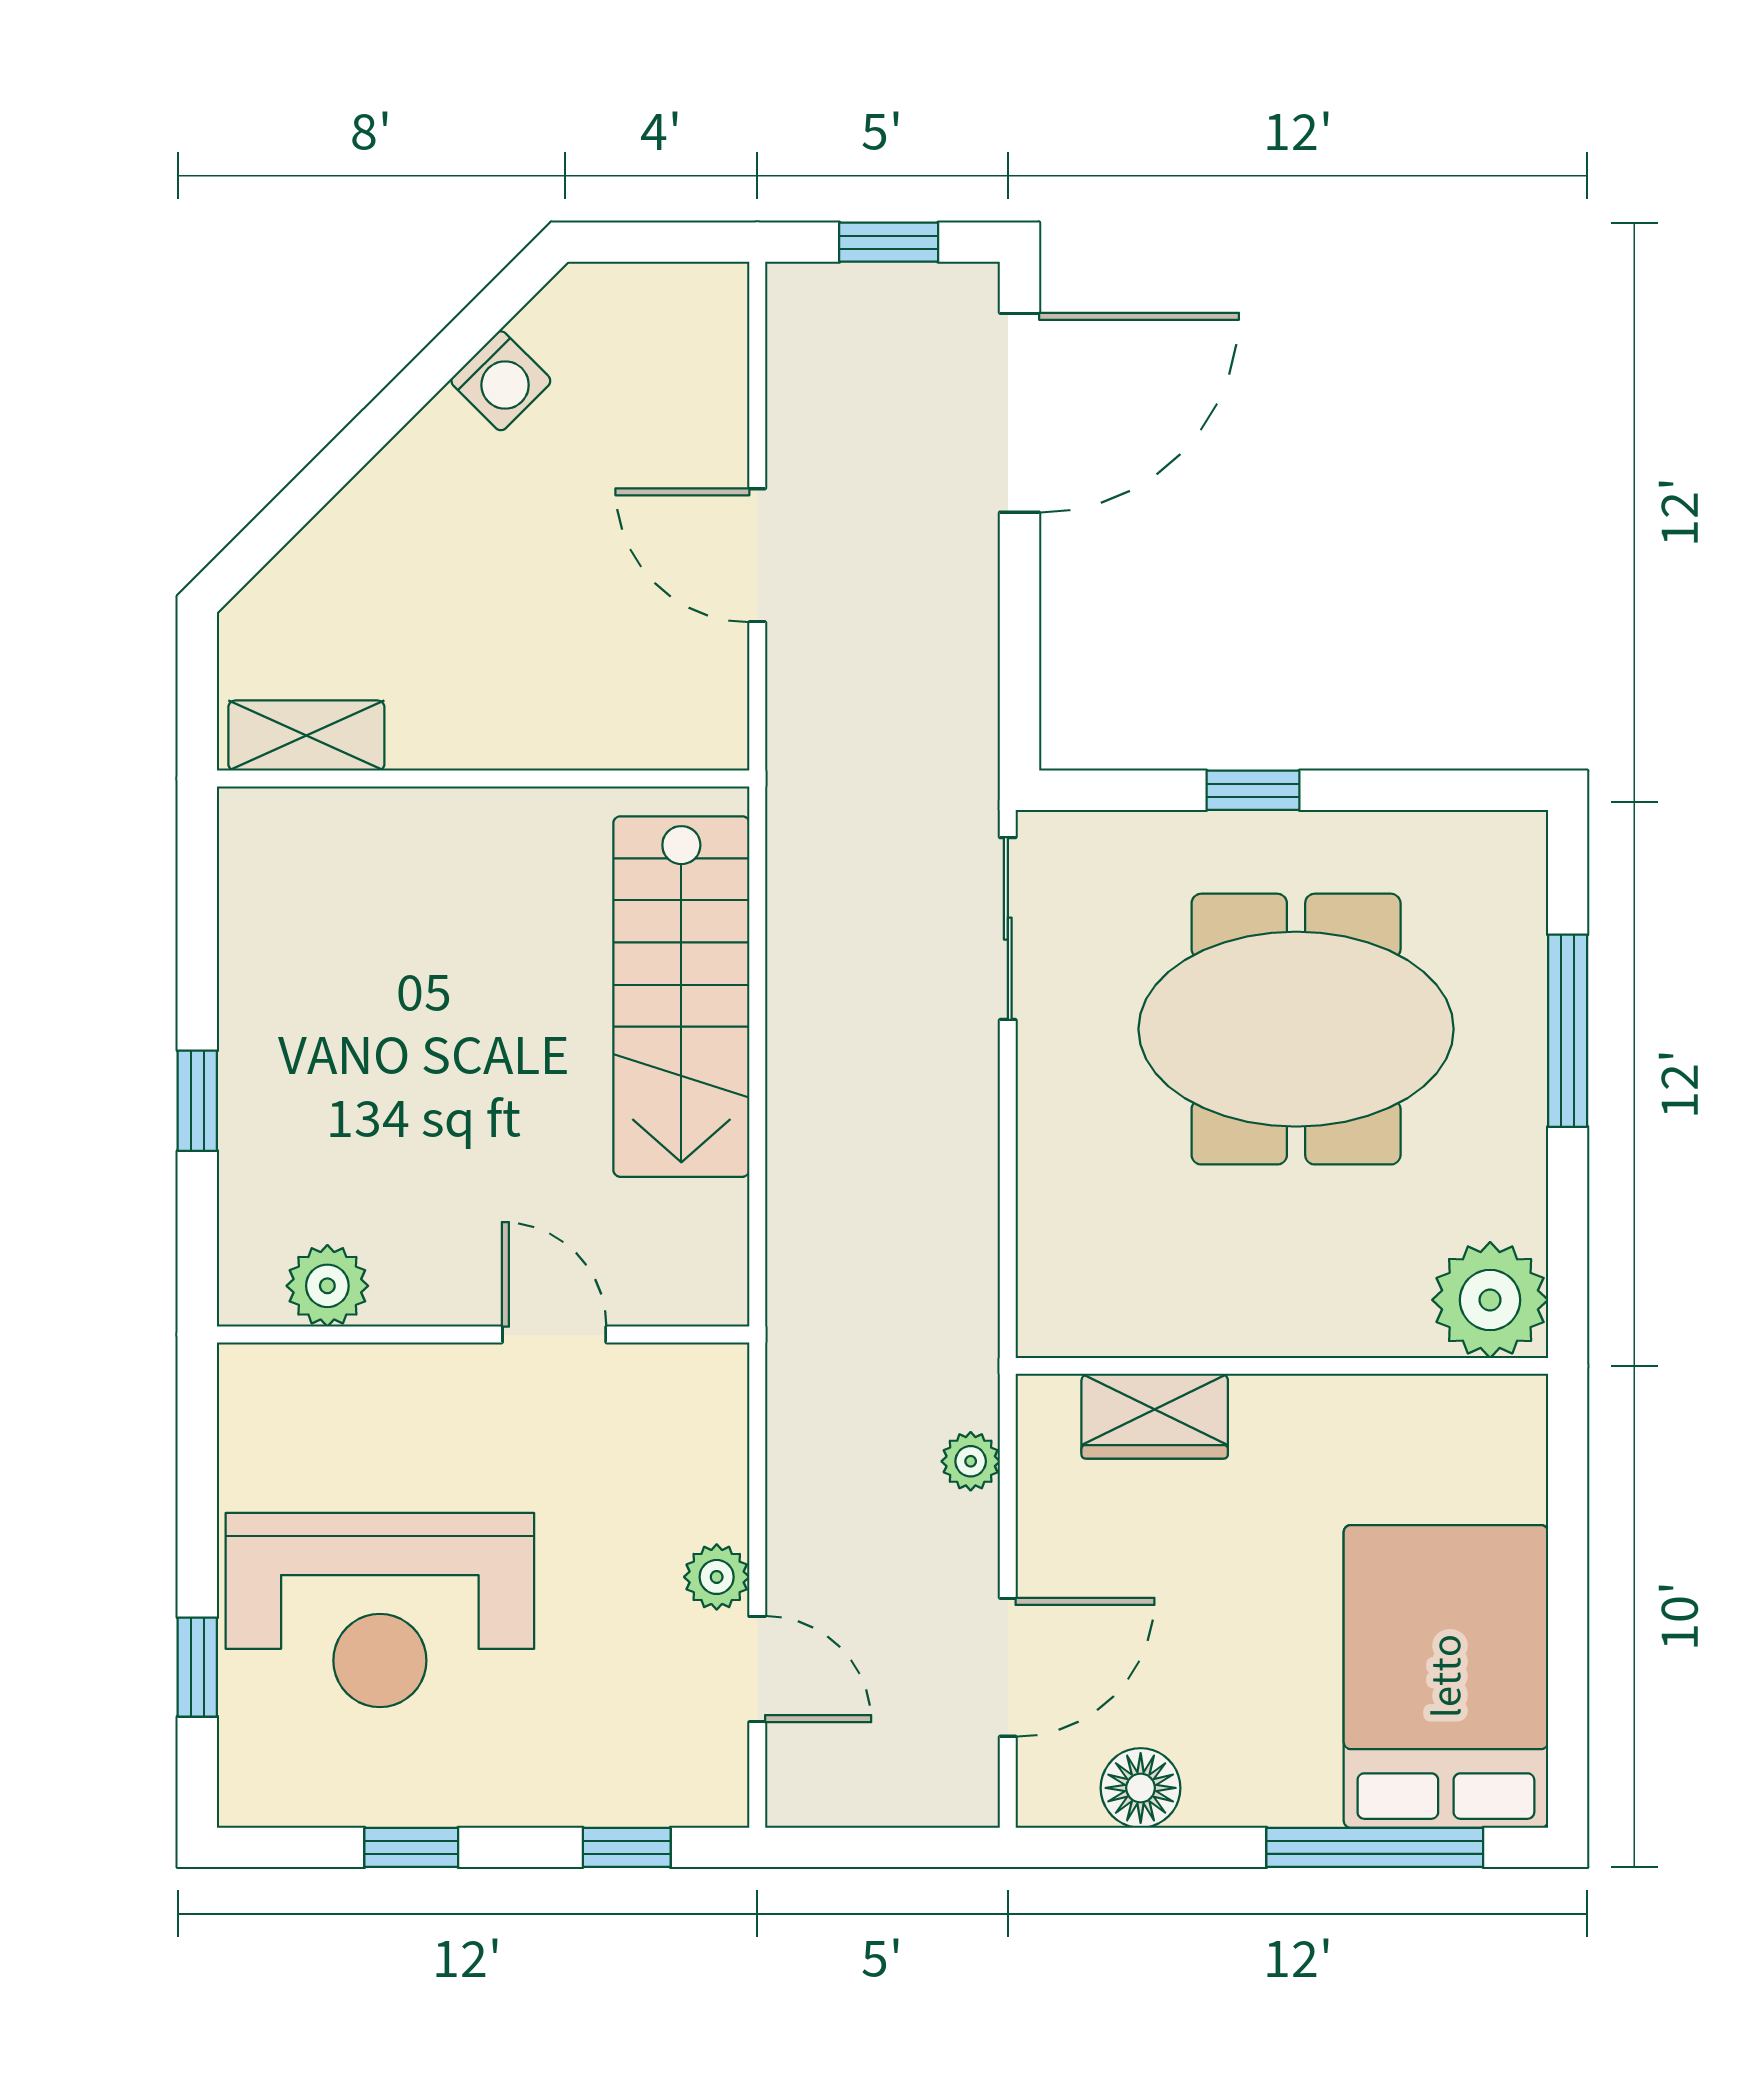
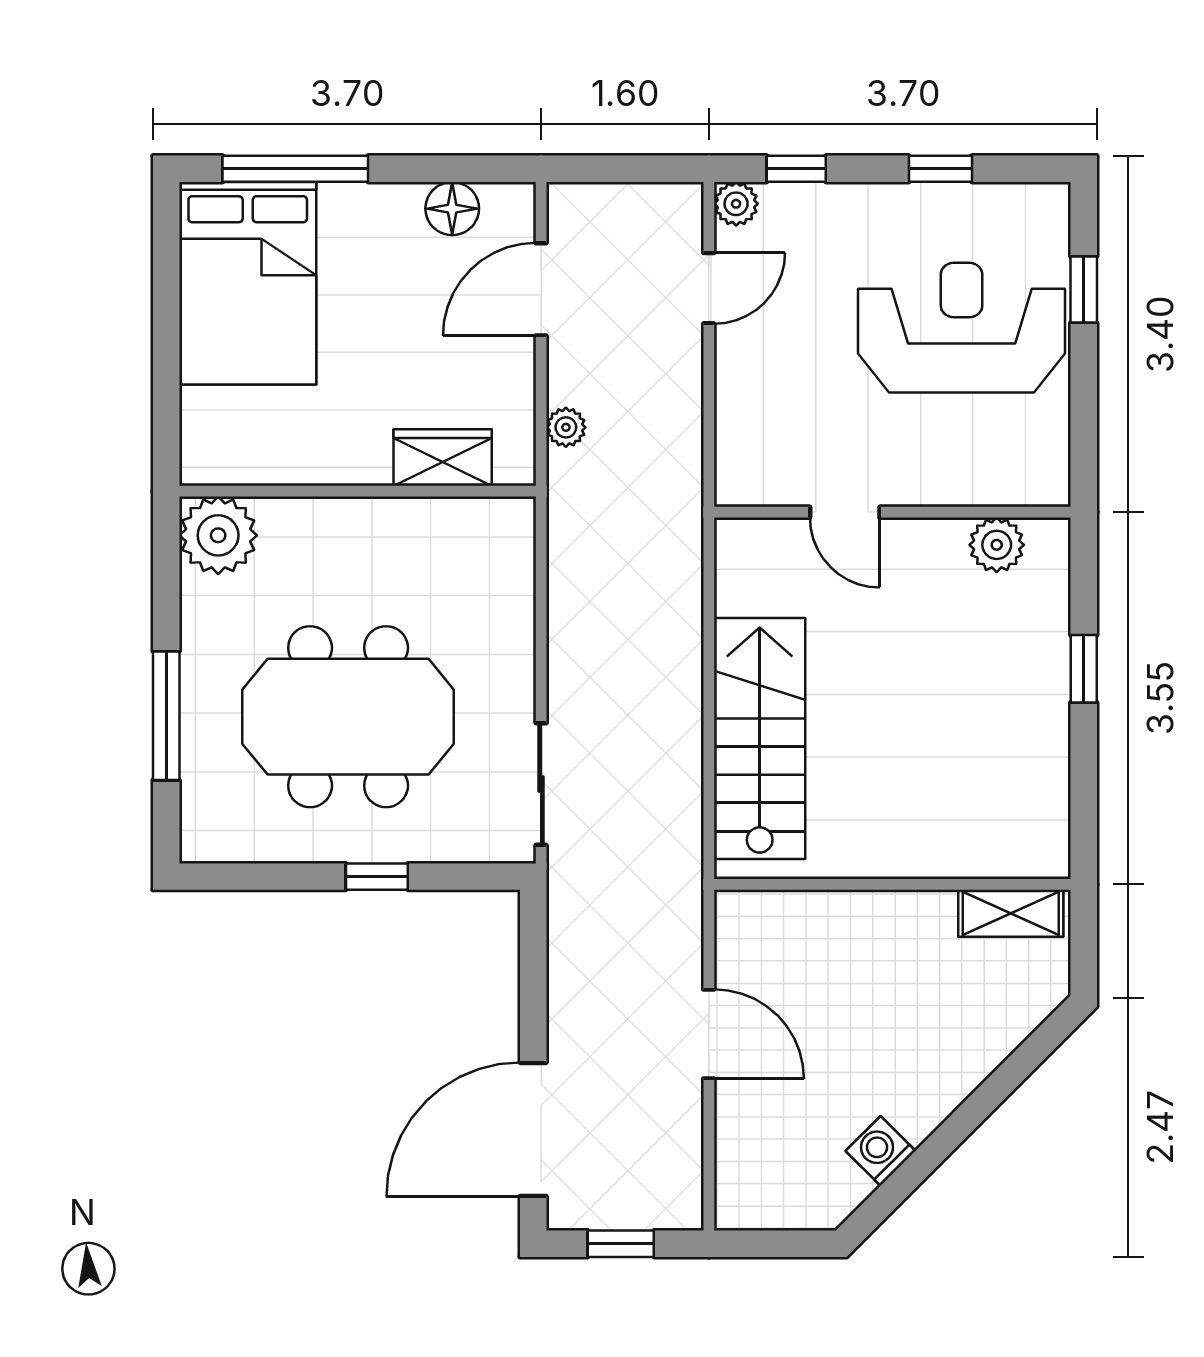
plant: (717, 1577) -> (736, 204), moved
door: (757, 1669) -> (709, 288), swing flipped

